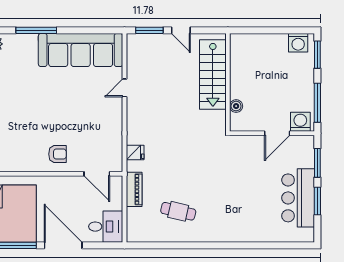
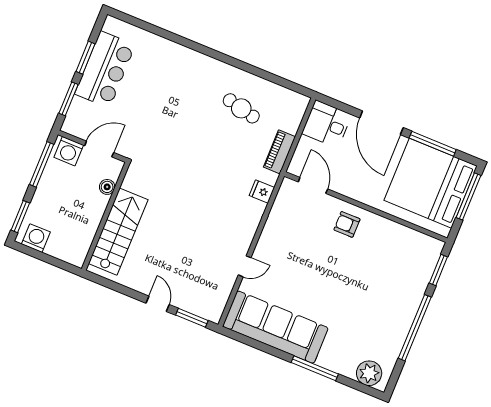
stairs: (213, 74) -> (118, 232), moved
wall: (228, 82) -> (106, 216), moved
boiler: (236, 106) -> (107, 187), moved

